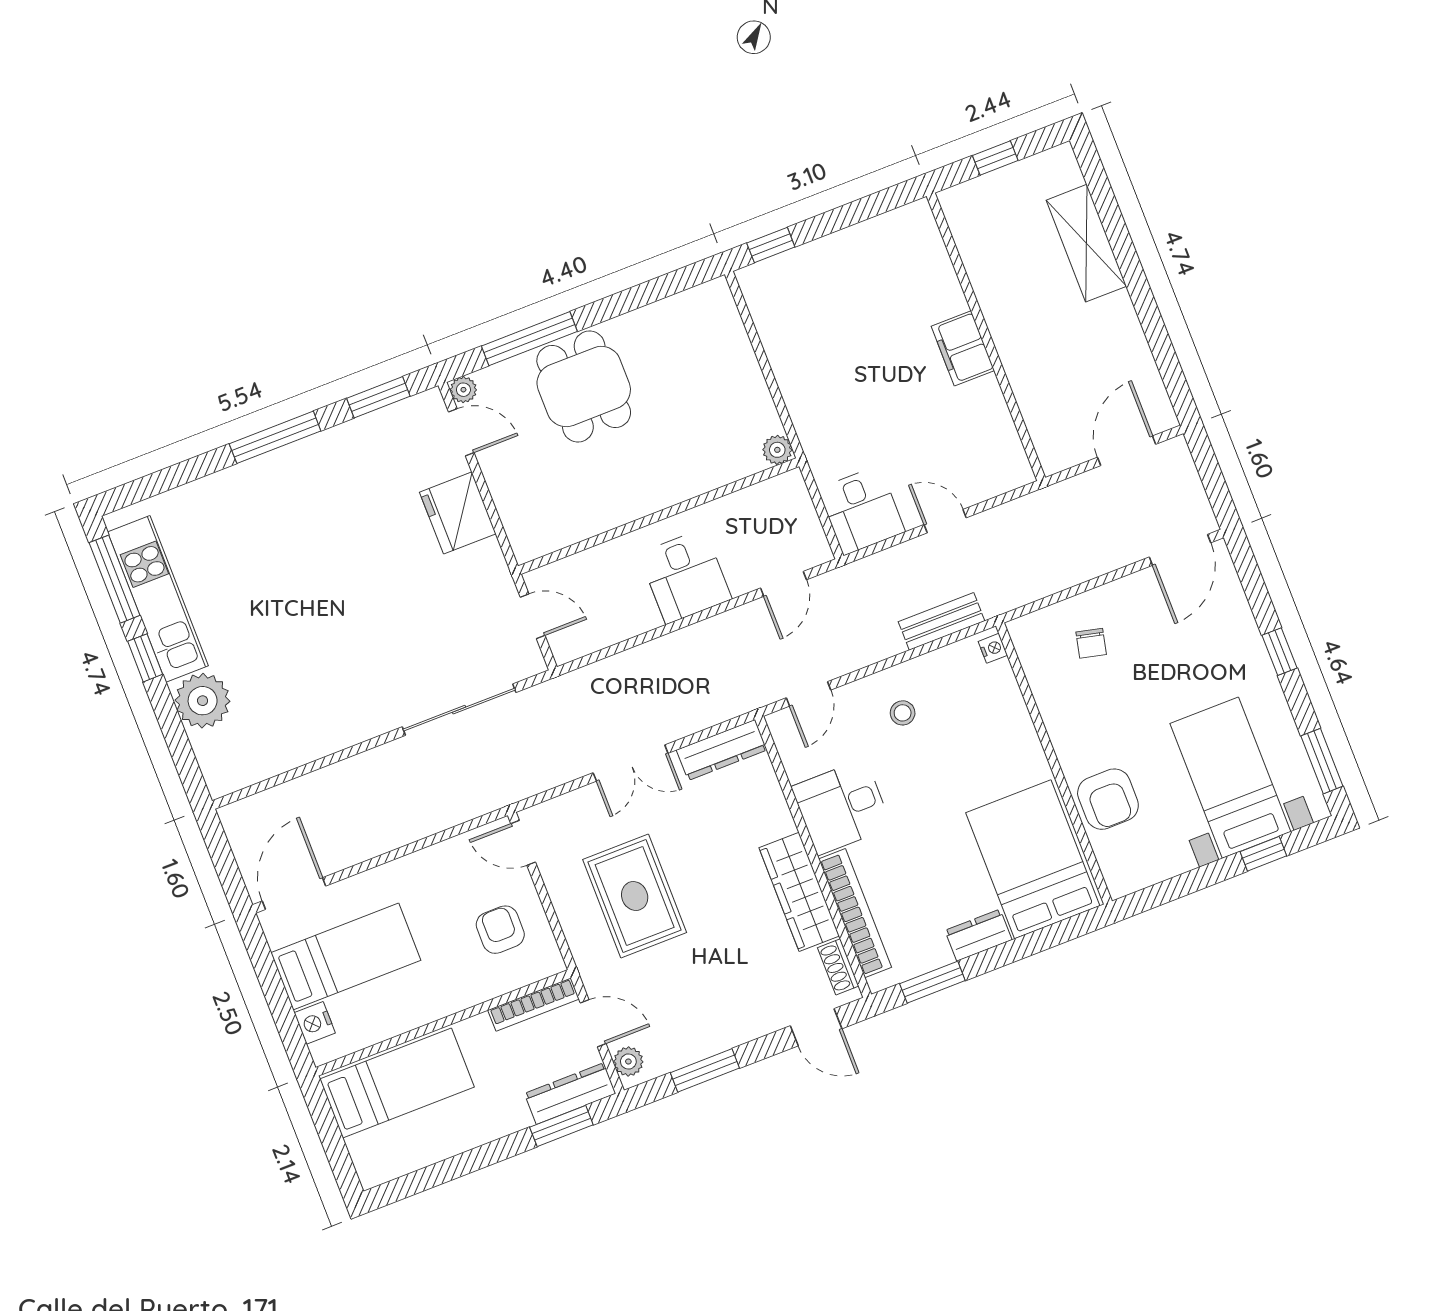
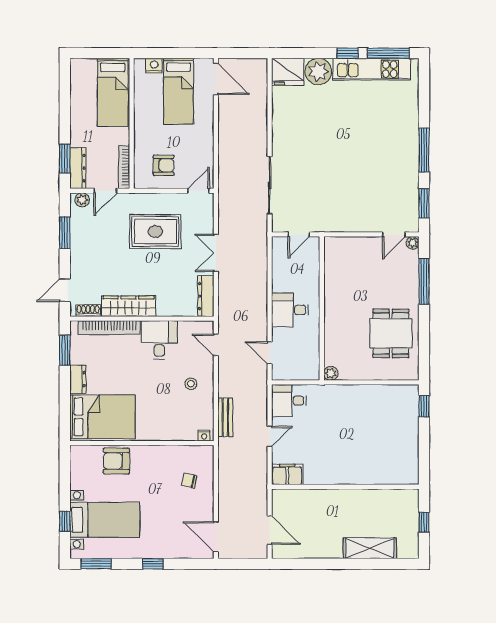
filing cabinet: (963, 348) -> (287, 474), moved
dining table: (584, 387) -> (391, 333), moved, turned 90
fridge: (458, 513) -> (288, 72), moved, turned 180

